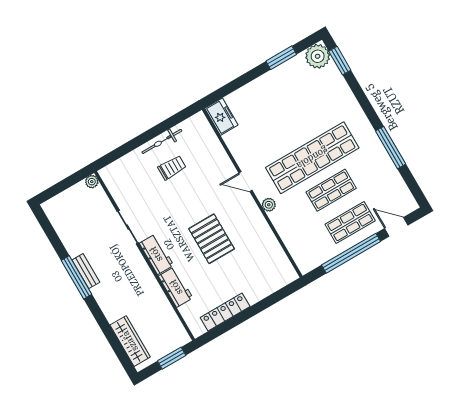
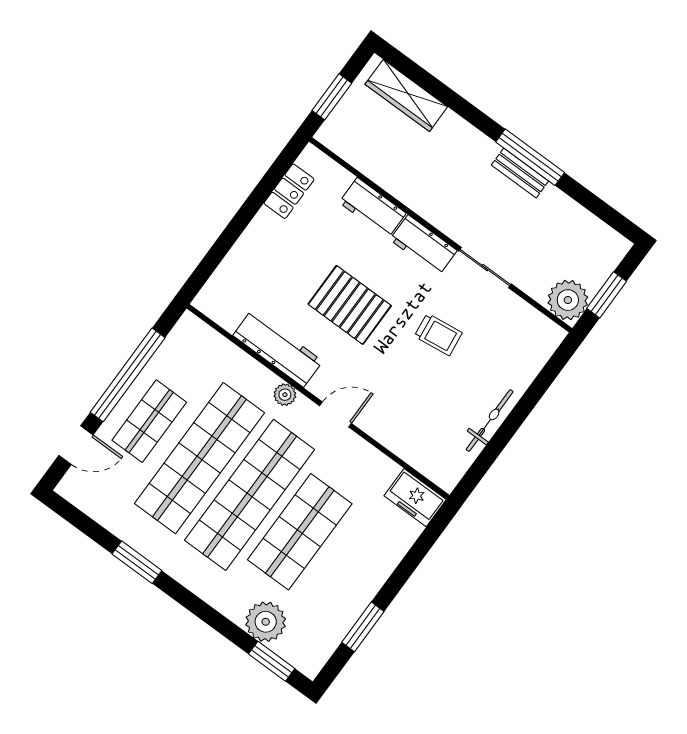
plant: (318, 56) -> (266, 622), moved
shop shelf: (293, 125) -> (300, 532), added
window: (391, 148) -> (137, 562), width x0.69
trolley: (172, 168) -> (438, 335), moved, turned -97
plant: (92, 182) -> (568, 300), width x1.88, depth x1.88
window: (67, 183) -> (607, 295), added
shop shelf: (331, 190) -> (199, 458), width x2.00, depth x1.36
workbench: (262, 232) -> (278, 348), added
locker: (225, 312) -> (289, 191), width x0.66

